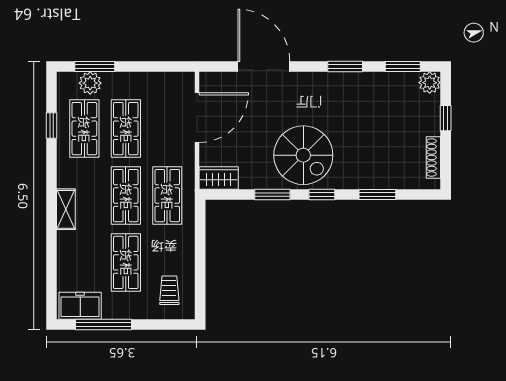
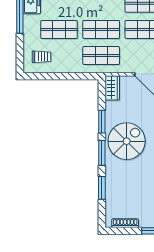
spiral stairs: (303, 155) -> (127, 141), turned 180
window: (322, 194) -> (102, 153), width x1.50

